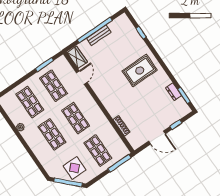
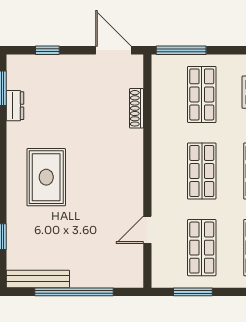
bench: (99, 35) -> (38, 279), moved, width x1.36
wardrobe: (77, 57) -> (132, 268), removed
rug: (140, 71) -> (46, 177), turned 90
door: (157, 138) -> (113, 50), moved

